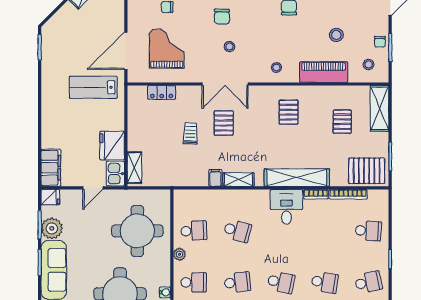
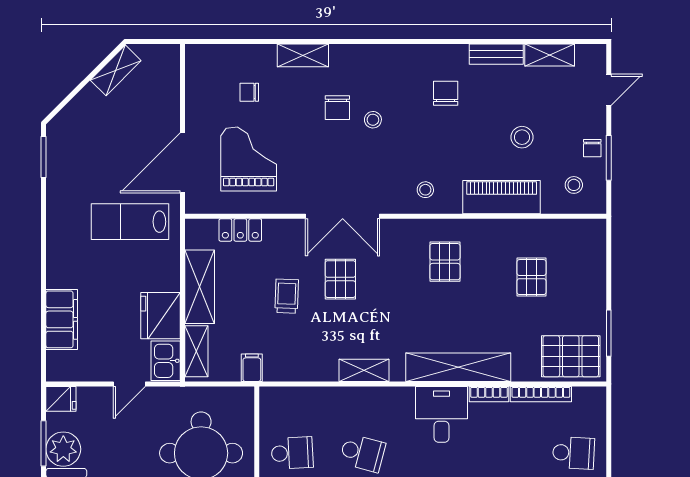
stool: (229, 47) -> (373, 120), moved
shelving: (380, 108) -> (200, 287), moved
filing cabinet: (51, 168) -> (62, 319), moved
filing cabinet: (215, 178) -> (252, 368), moved

